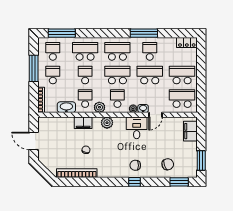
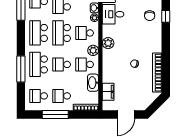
window: (62, 33) -> (21, 69), moved
filing cabinet: (83, 123) -> (108, 92), moved

